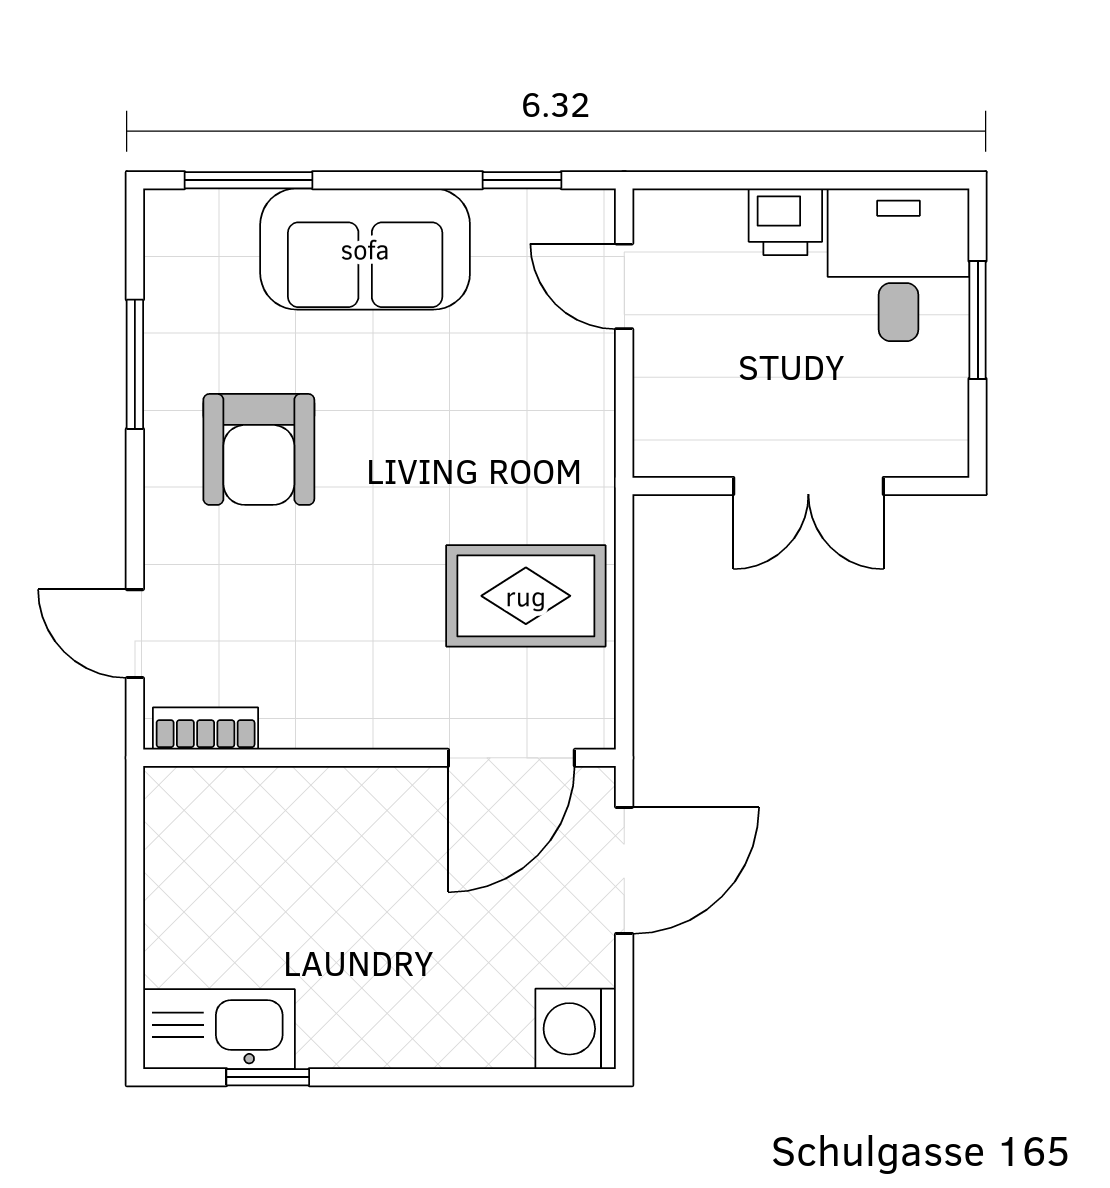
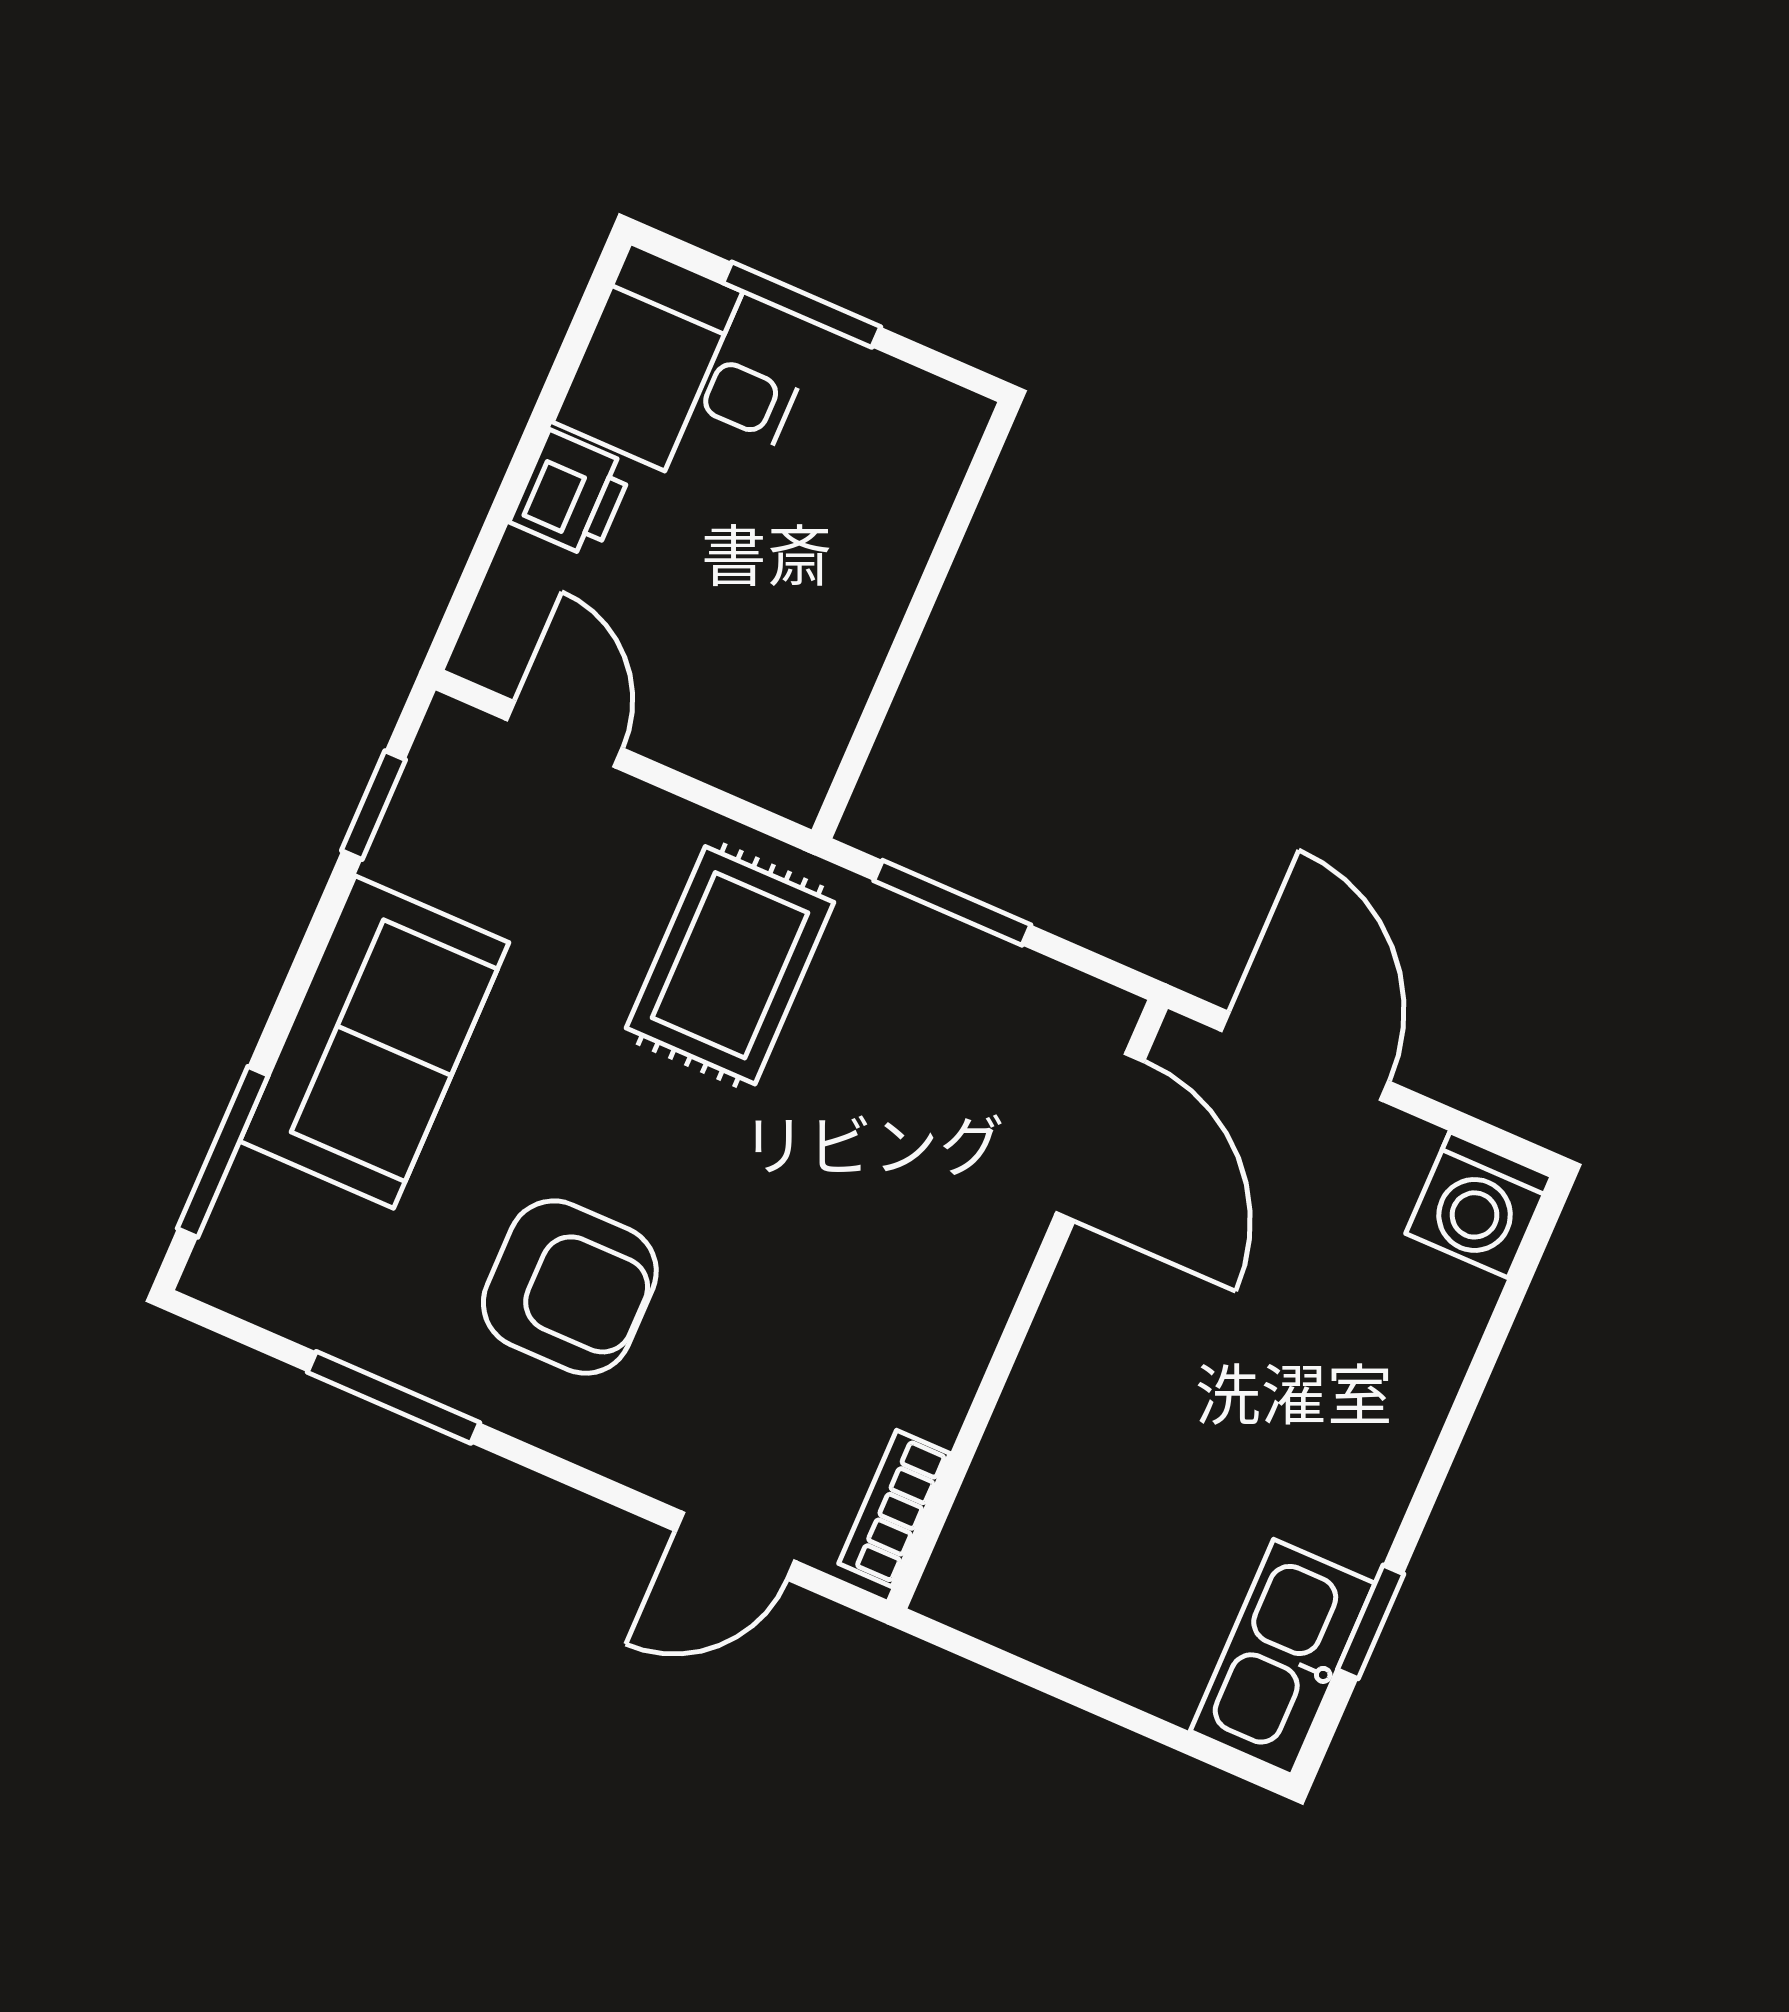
door: (624, 286) -> (564, 734), swing flipped
double door: (808, 486) -> (919, 611), removed
window: (624, 592) -> (952, 903), added
rug: (526, 596) -> (730, 965), moved

